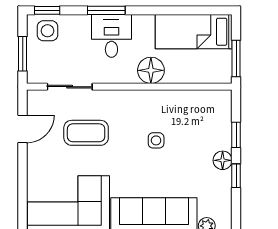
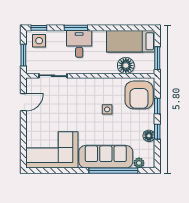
floor lamp: (151, 70) -> (126, 66), moved
armchair: (207, 117) -> (139, 95), added
coffee table: (86, 133) -> (63, 105), removed
floor lamp: (223, 160) -> (149, 136), moved

